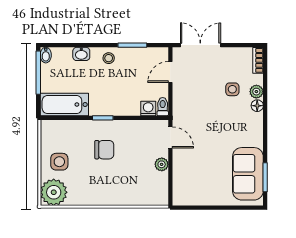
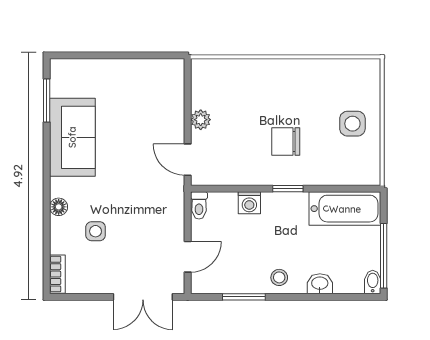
plant: (256, 92) -> (60, 228), removed
washing machine: (148, 108) -> (249, 203), moved
sofa: (248, 174) -> (72, 137), moved
plant: (54, 192) -> (361, 78), removed

